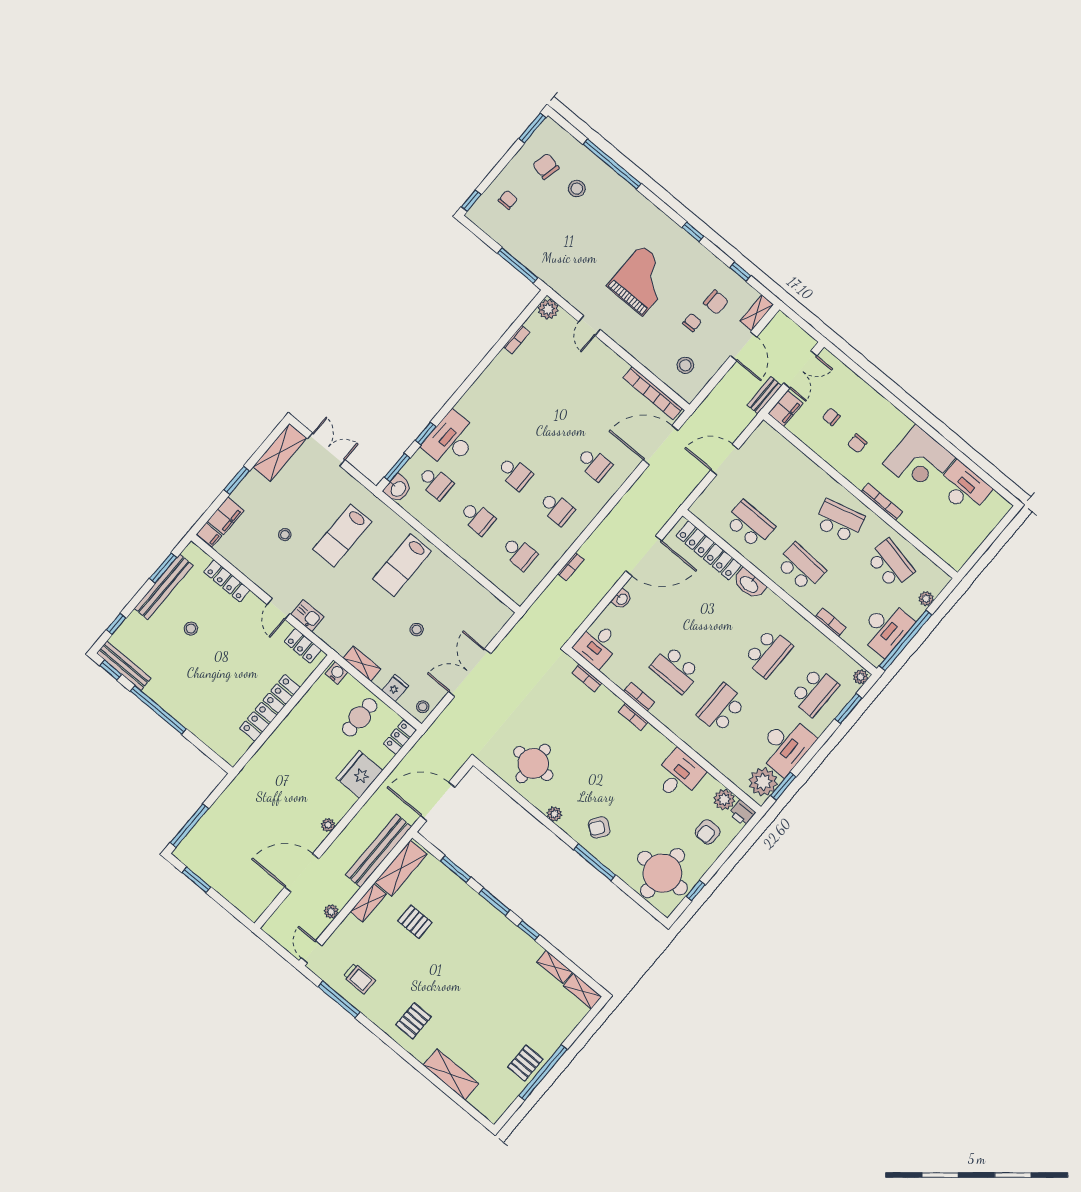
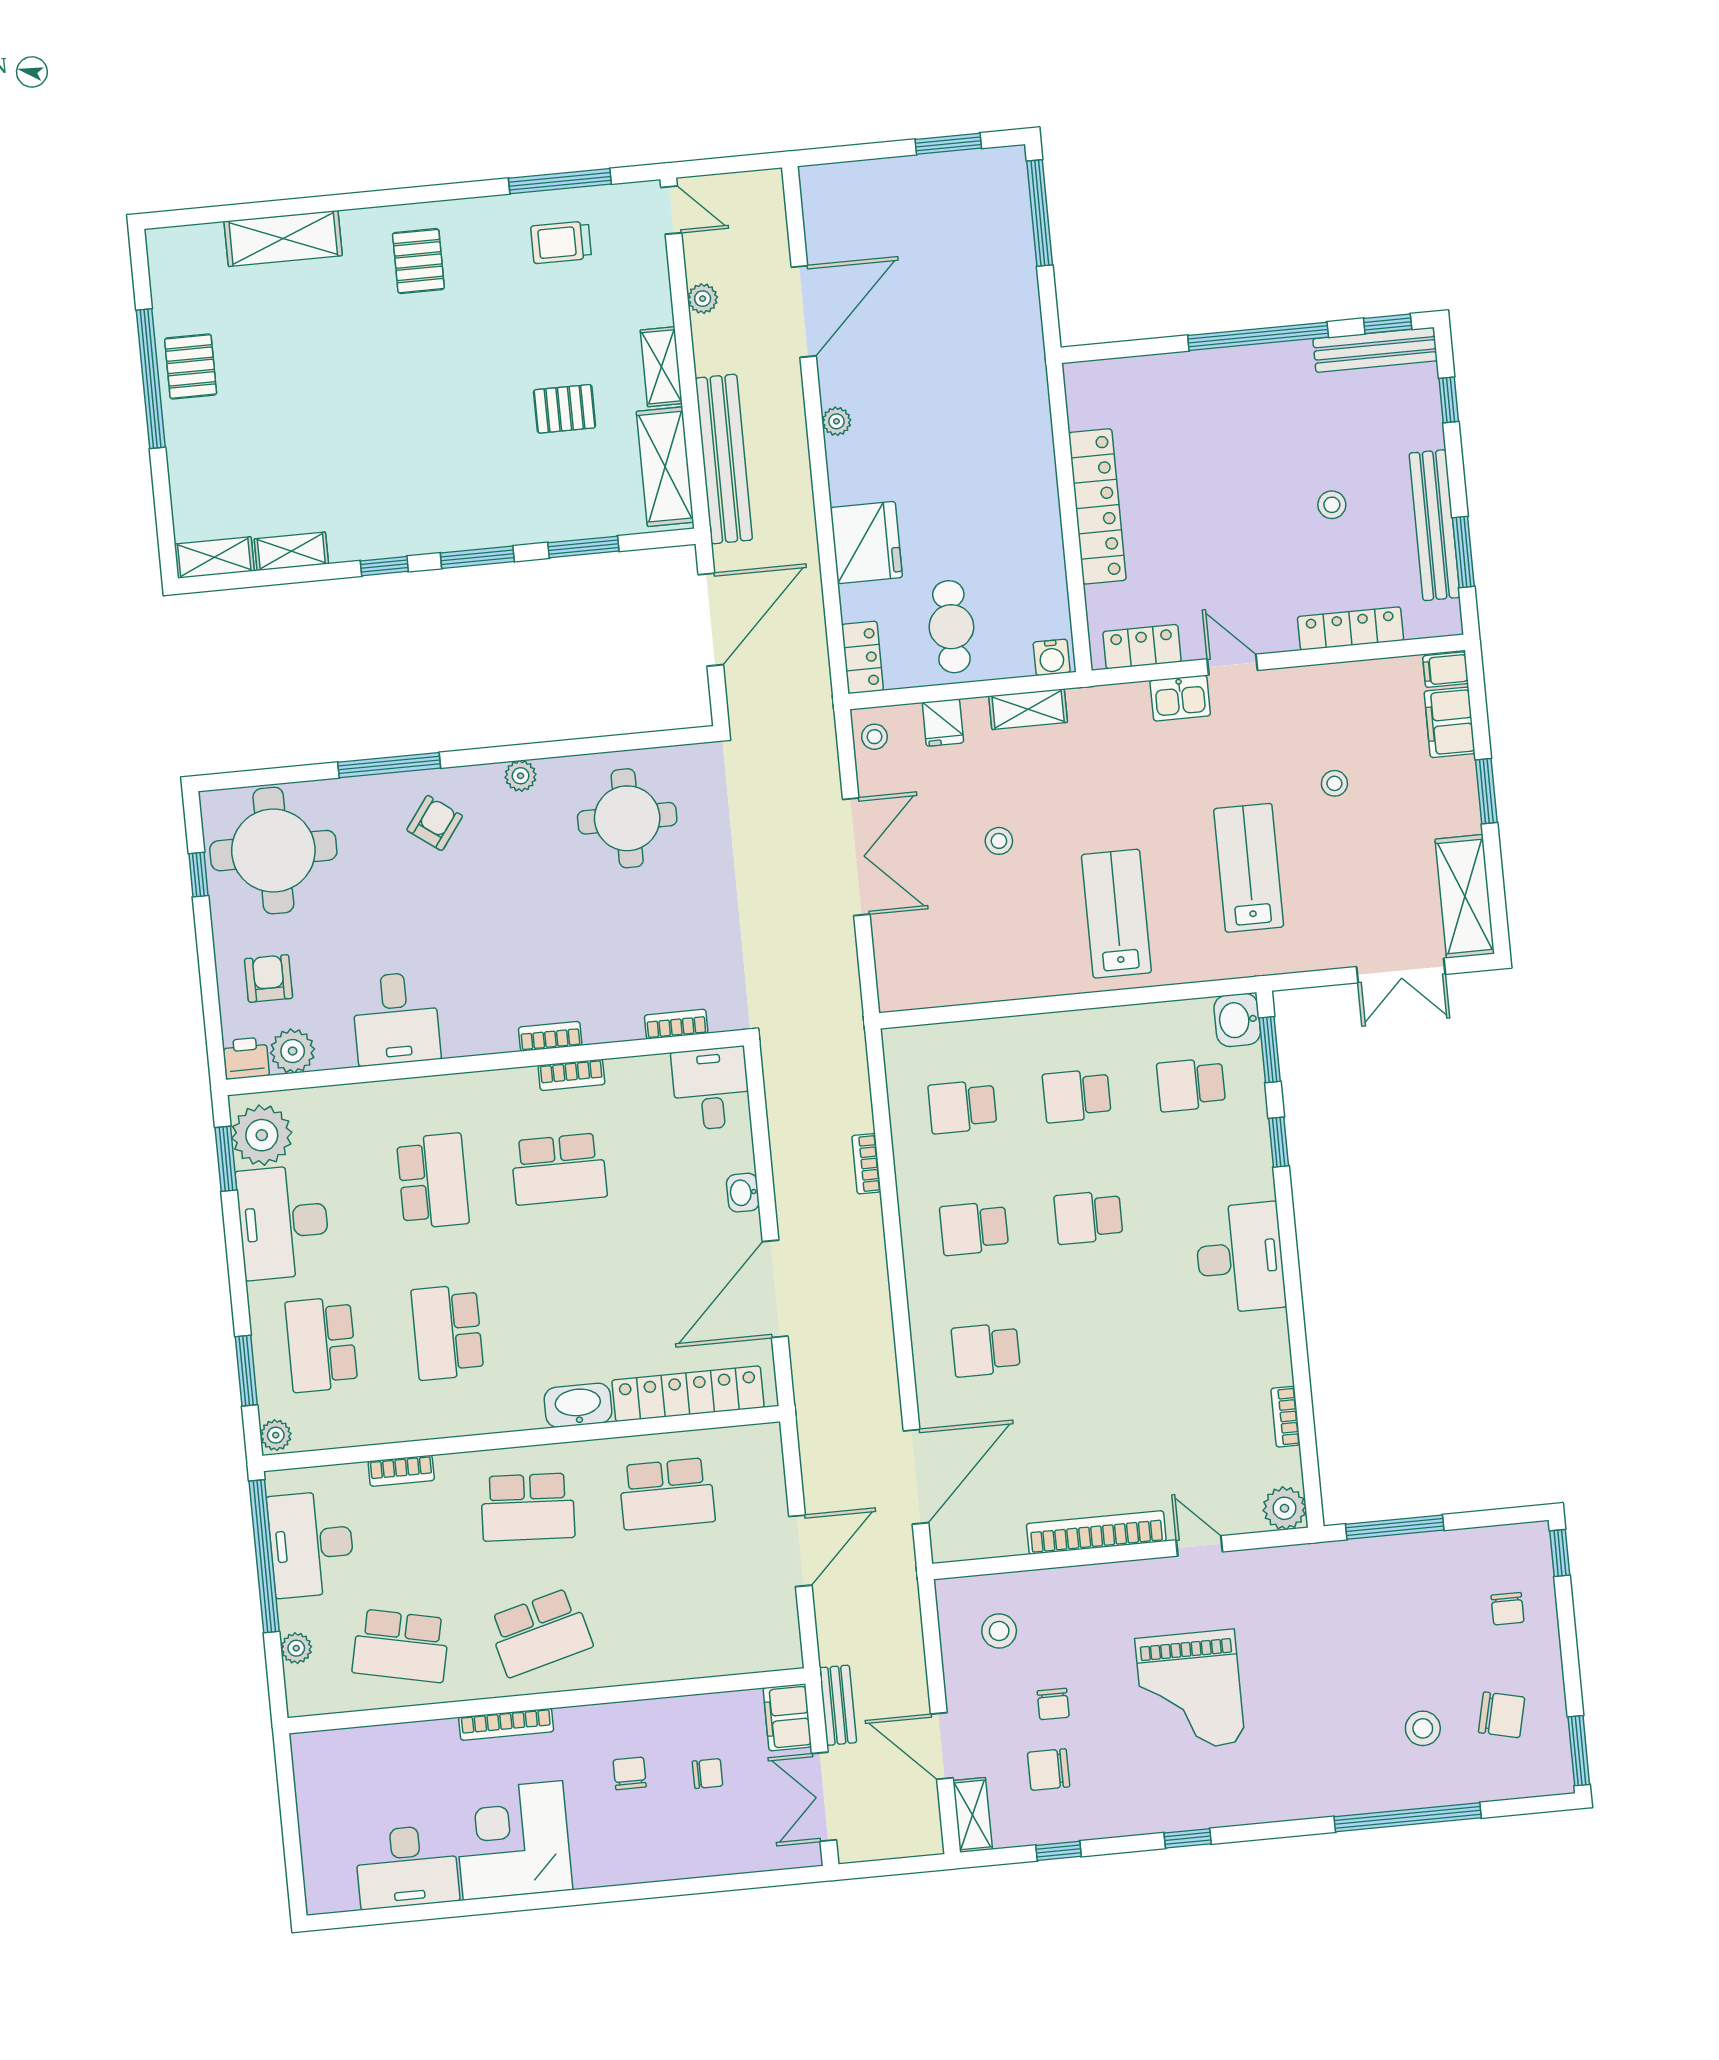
bookcase: (653, 393) -> (1096, 1532), moved
desk: (451, 440) -> (1240, 1258), moved
school desk: (675, 670) -> (559, 1169), turned 180

